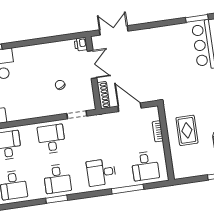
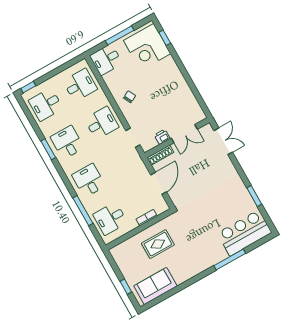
window: (197, 18) -> (254, 196), moved
printer: (81, 44) -> (162, 137), moved
chair: (60, 85) -> (130, 97), moved
desk: (57, 179) -> (67, 142), turned 90

